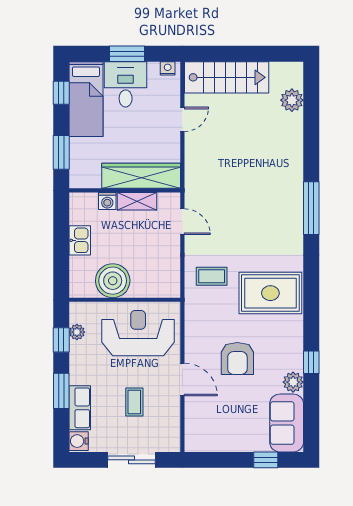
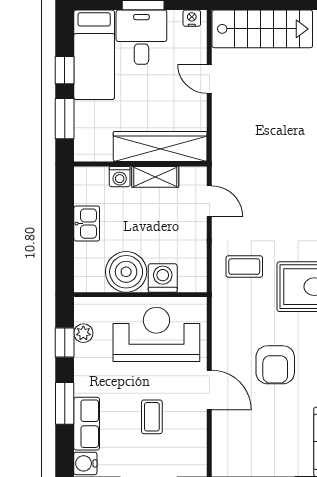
window: (61, 93) -> (65, 70), moved
door: (182, 119) -> (209, 79), swing flipped
washing machine: (143, 286) -> (163, 278), added

